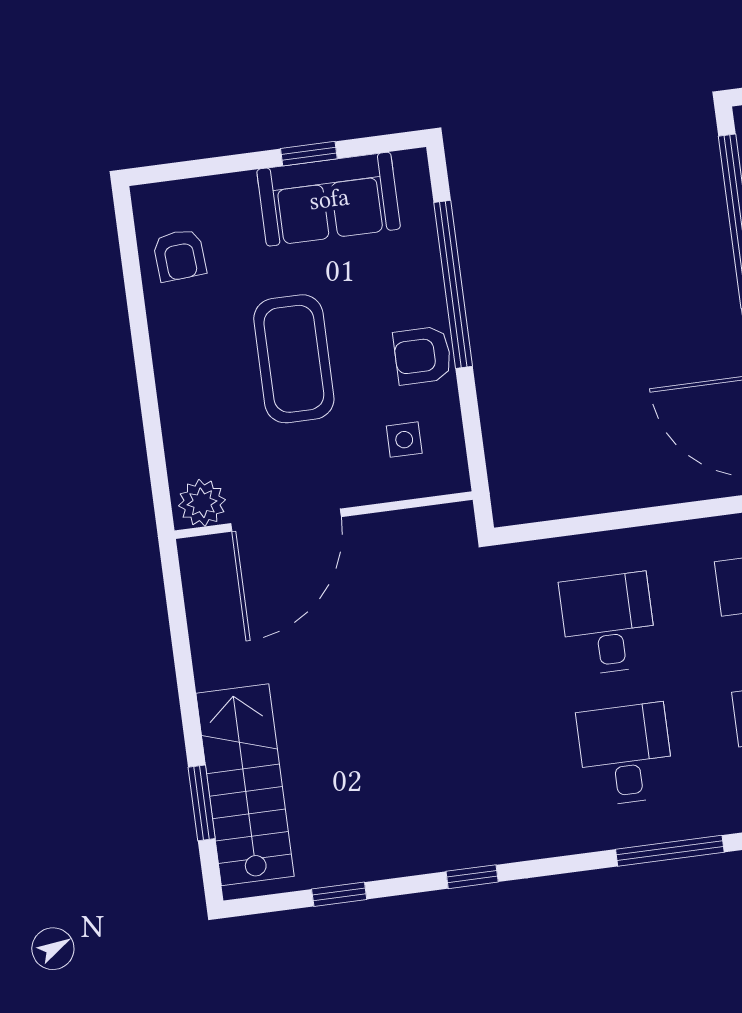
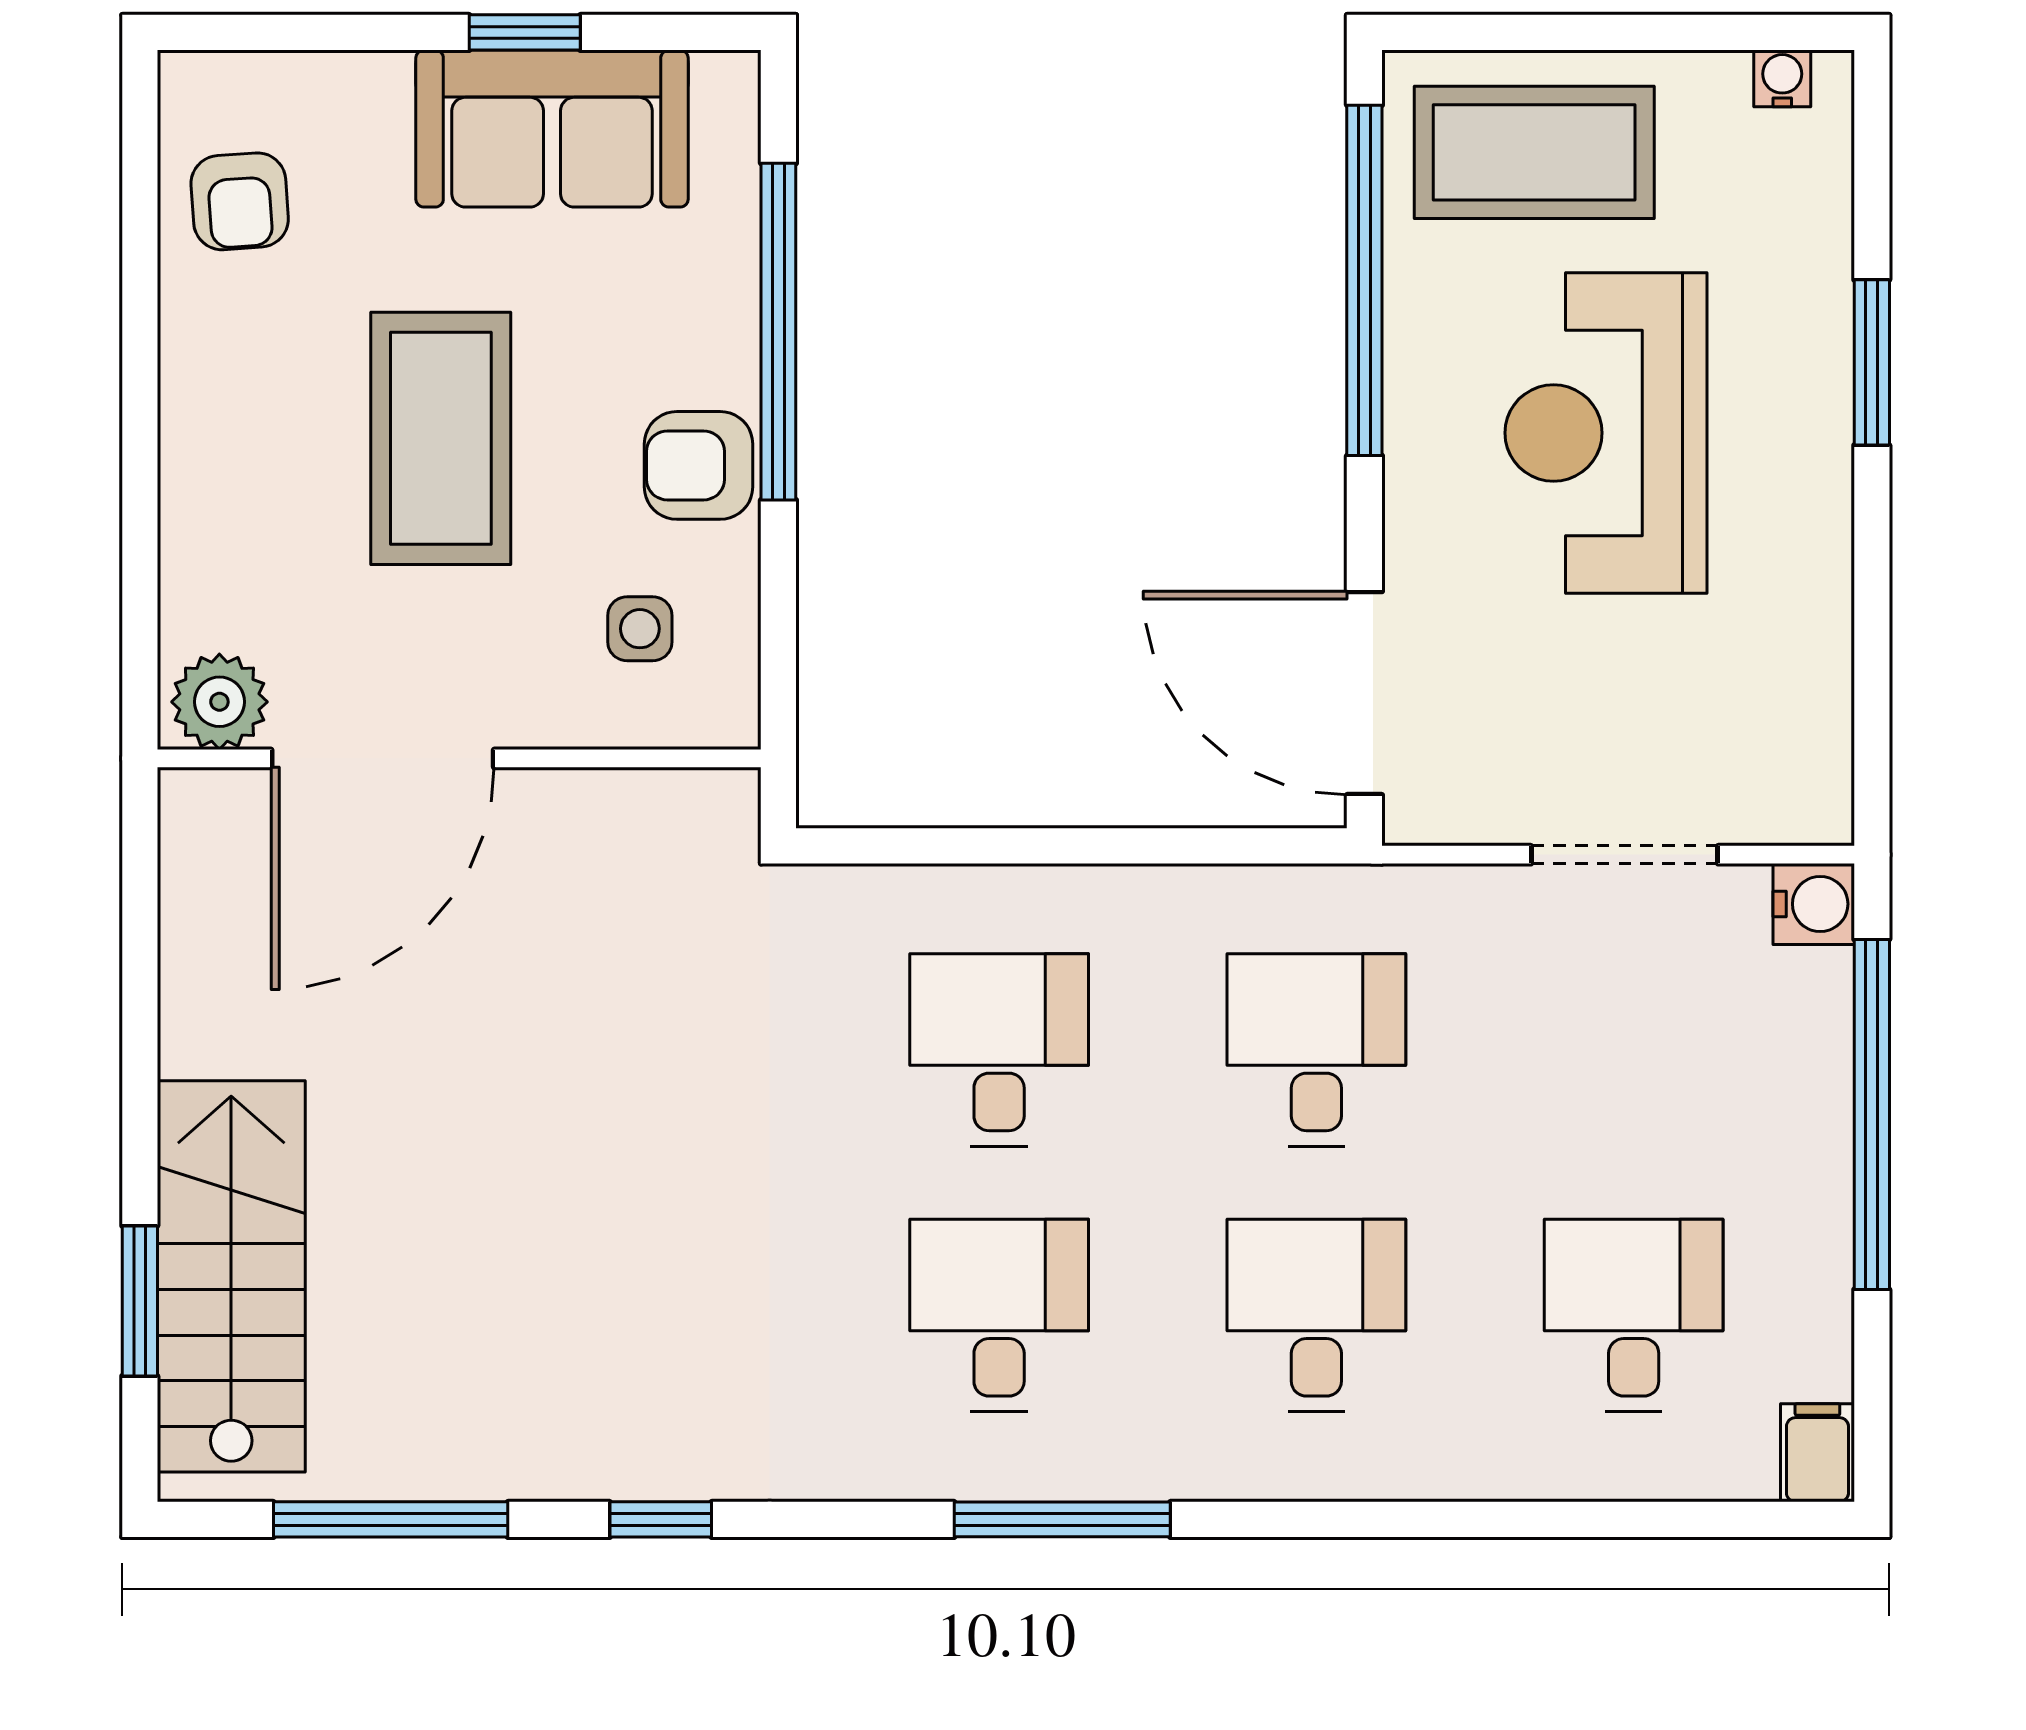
window: (339, 894) -> (391, 1519), width x2.17

